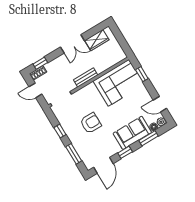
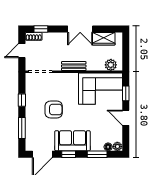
plant: (115, 58) -> (111, 65), added
door: (35, 90) -> (22, 51), hinge flipped
door: (160, 104) -> (126, 118), moved
sofa: (132, 133) -> (72, 141), moved

